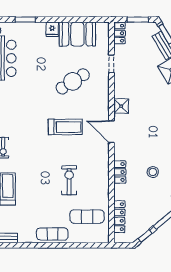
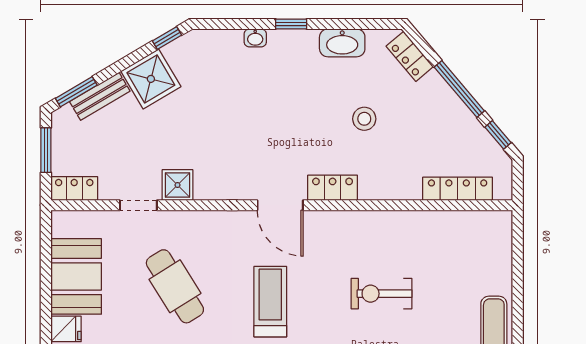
shower: (121, 106) -> (177, 185), moved
door: (111, 132) -> (280, 205), hinge flipped
locker: (120, 172) -> (333, 188), moved
exercise mat: (87, 217) -> (457, 256), removed

